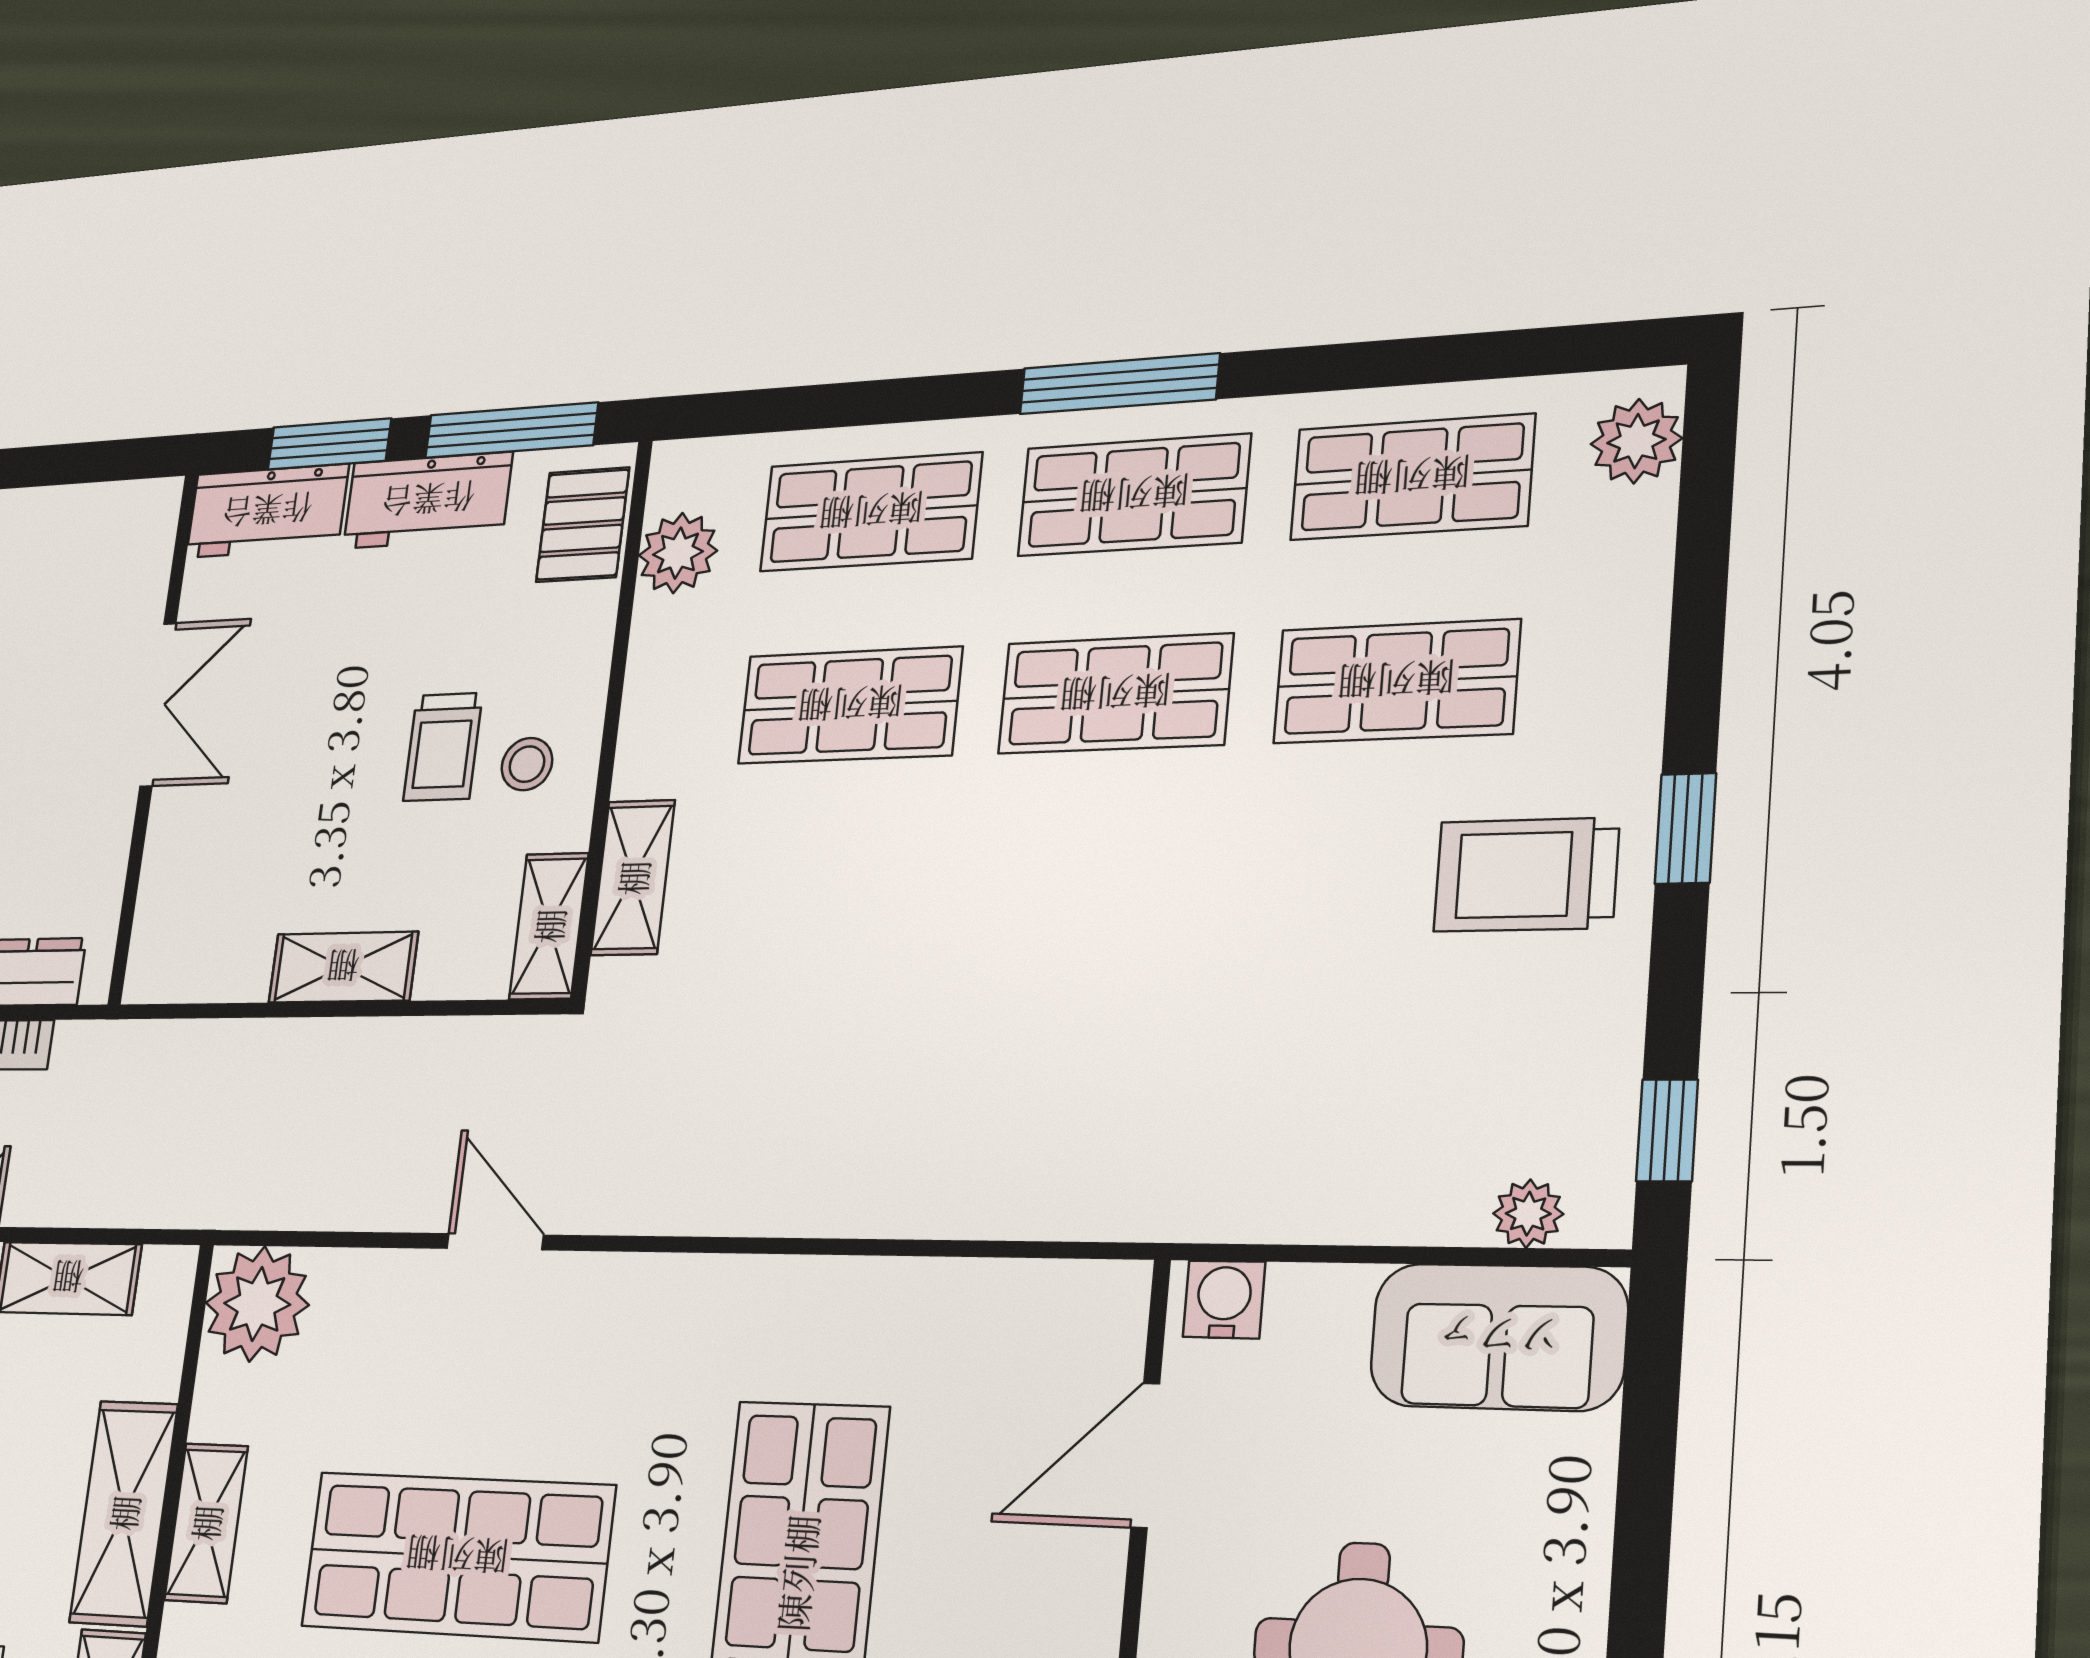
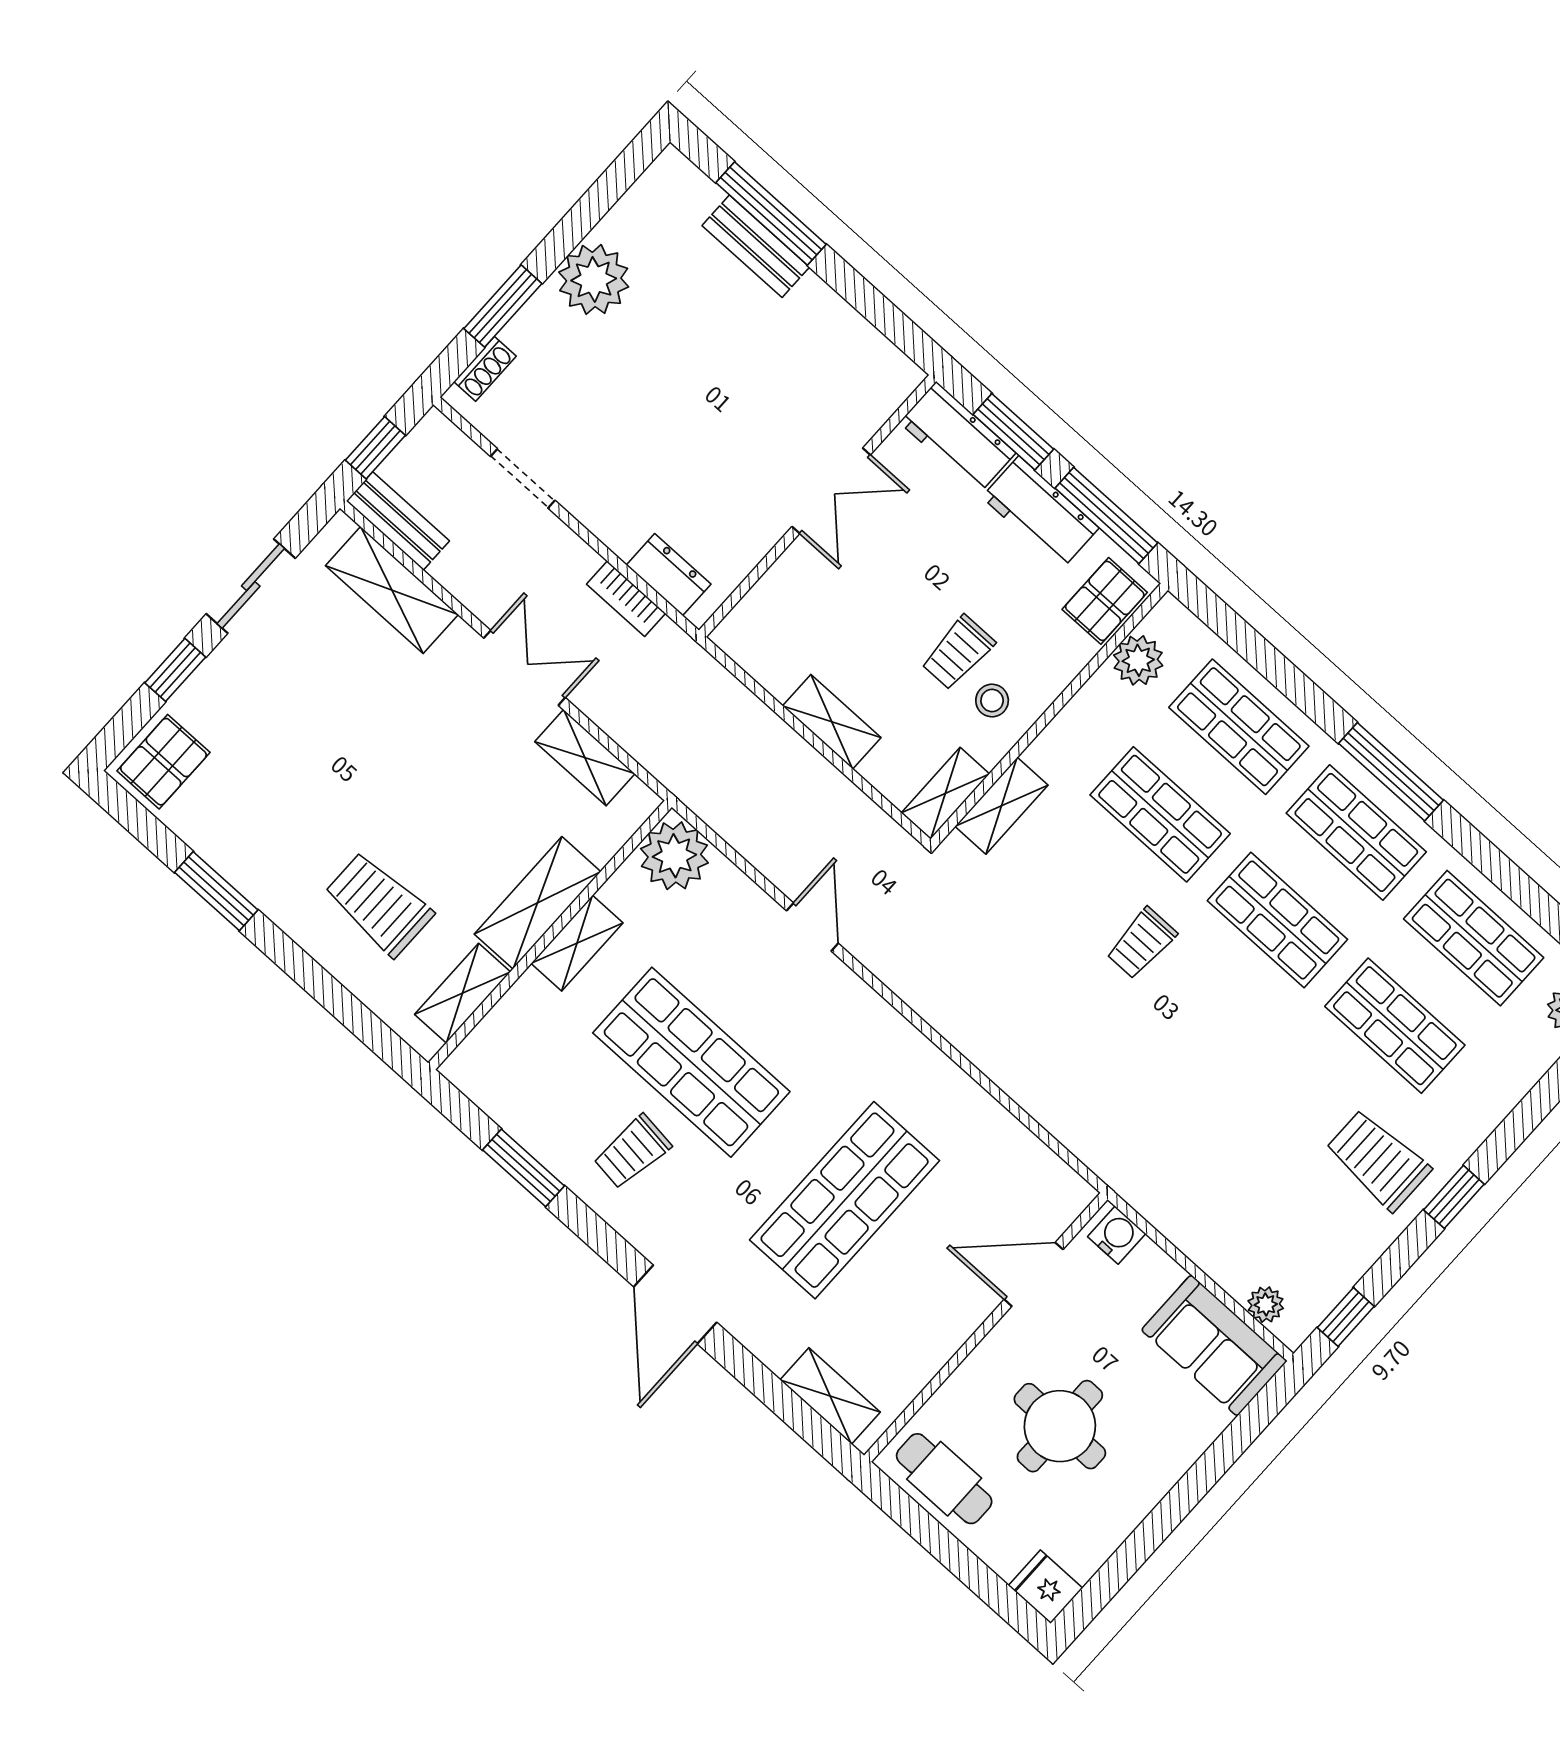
trolley: (951, 884) -> (1142, 943), added

